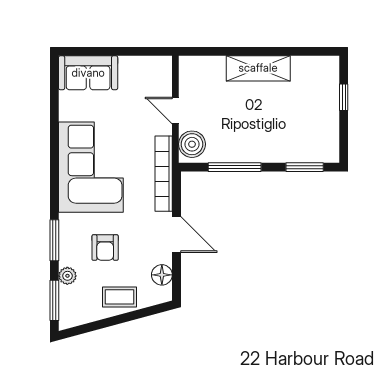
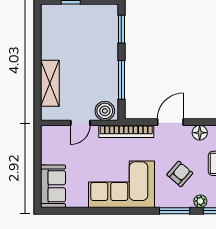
shelving: (258, 68) -> (50, 83), moved
armchair: (105, 248) -> (180, 174), turned -49

